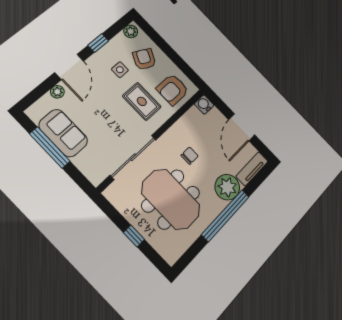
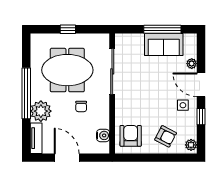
side table: (120, 70) -> (183, 105), moved
rug: (142, 101) -> (141, 109), removed
water cooler: (204, 104) -> (103, 135), moved

